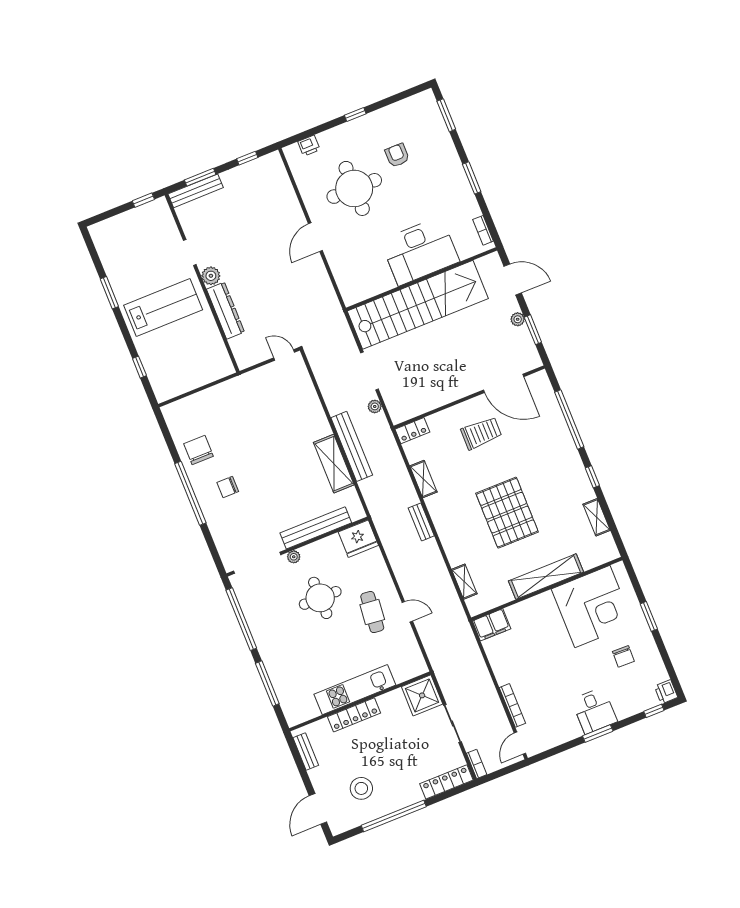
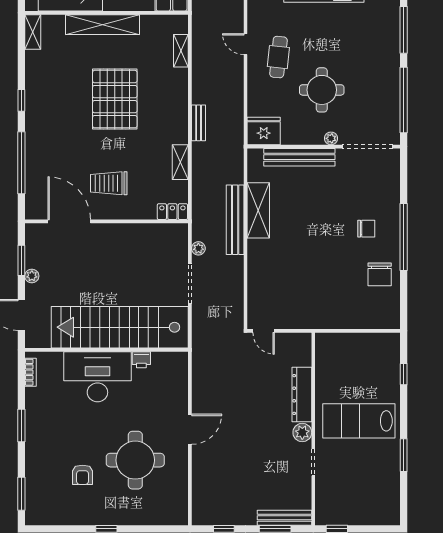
printer: (309, 146) -> (141, 360), moved, turned 180
shelving: (597, 517) -> (33, 32), moved

